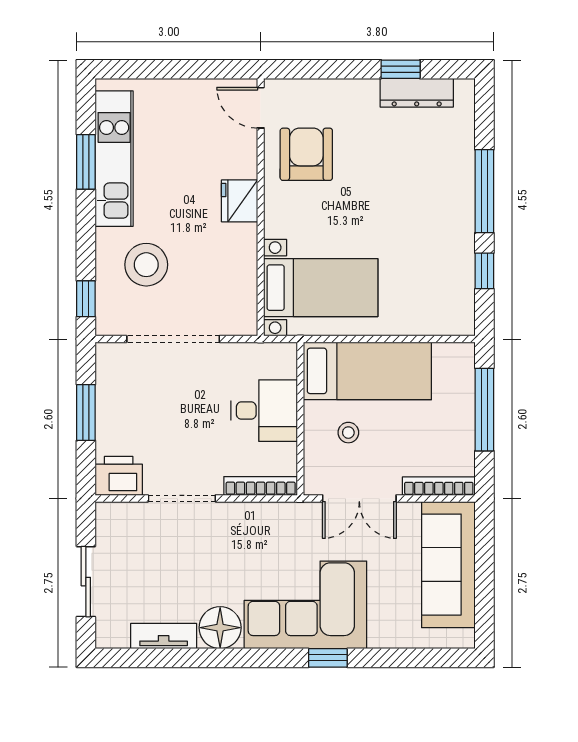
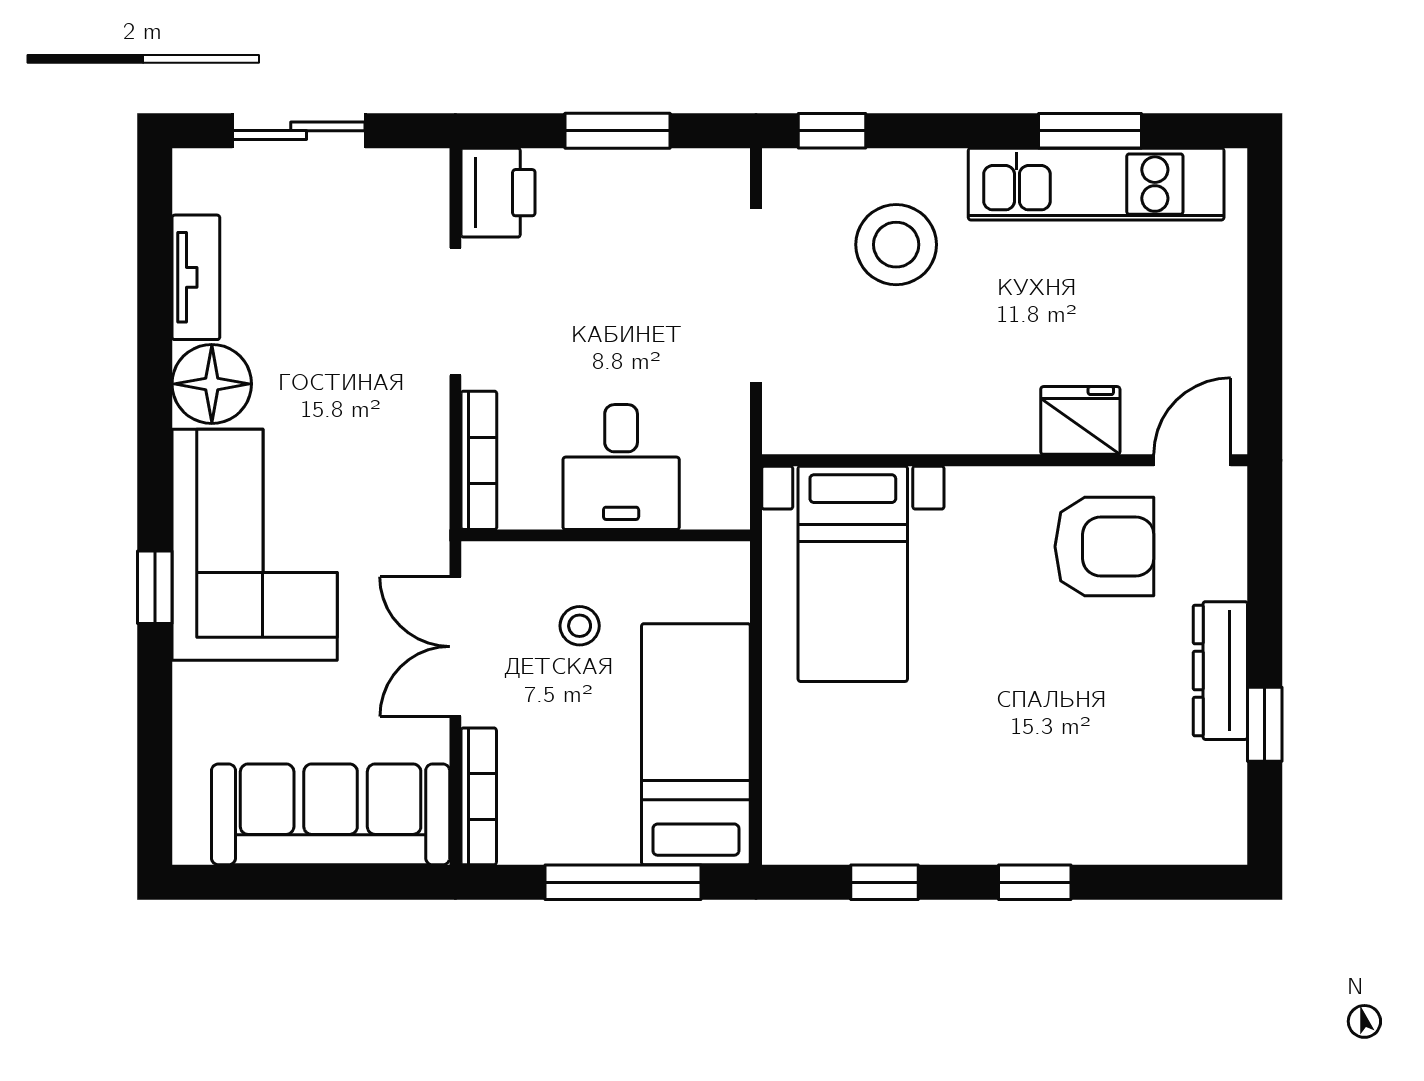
dresser: (417, 93) -> (1220, 671), moved
window: (484, 191) -> (1035, 882), width x0.46
fridge: (239, 201) -> (1080, 420), moved
bed: (367, 371) -> (696, 744), moved, turned 180

